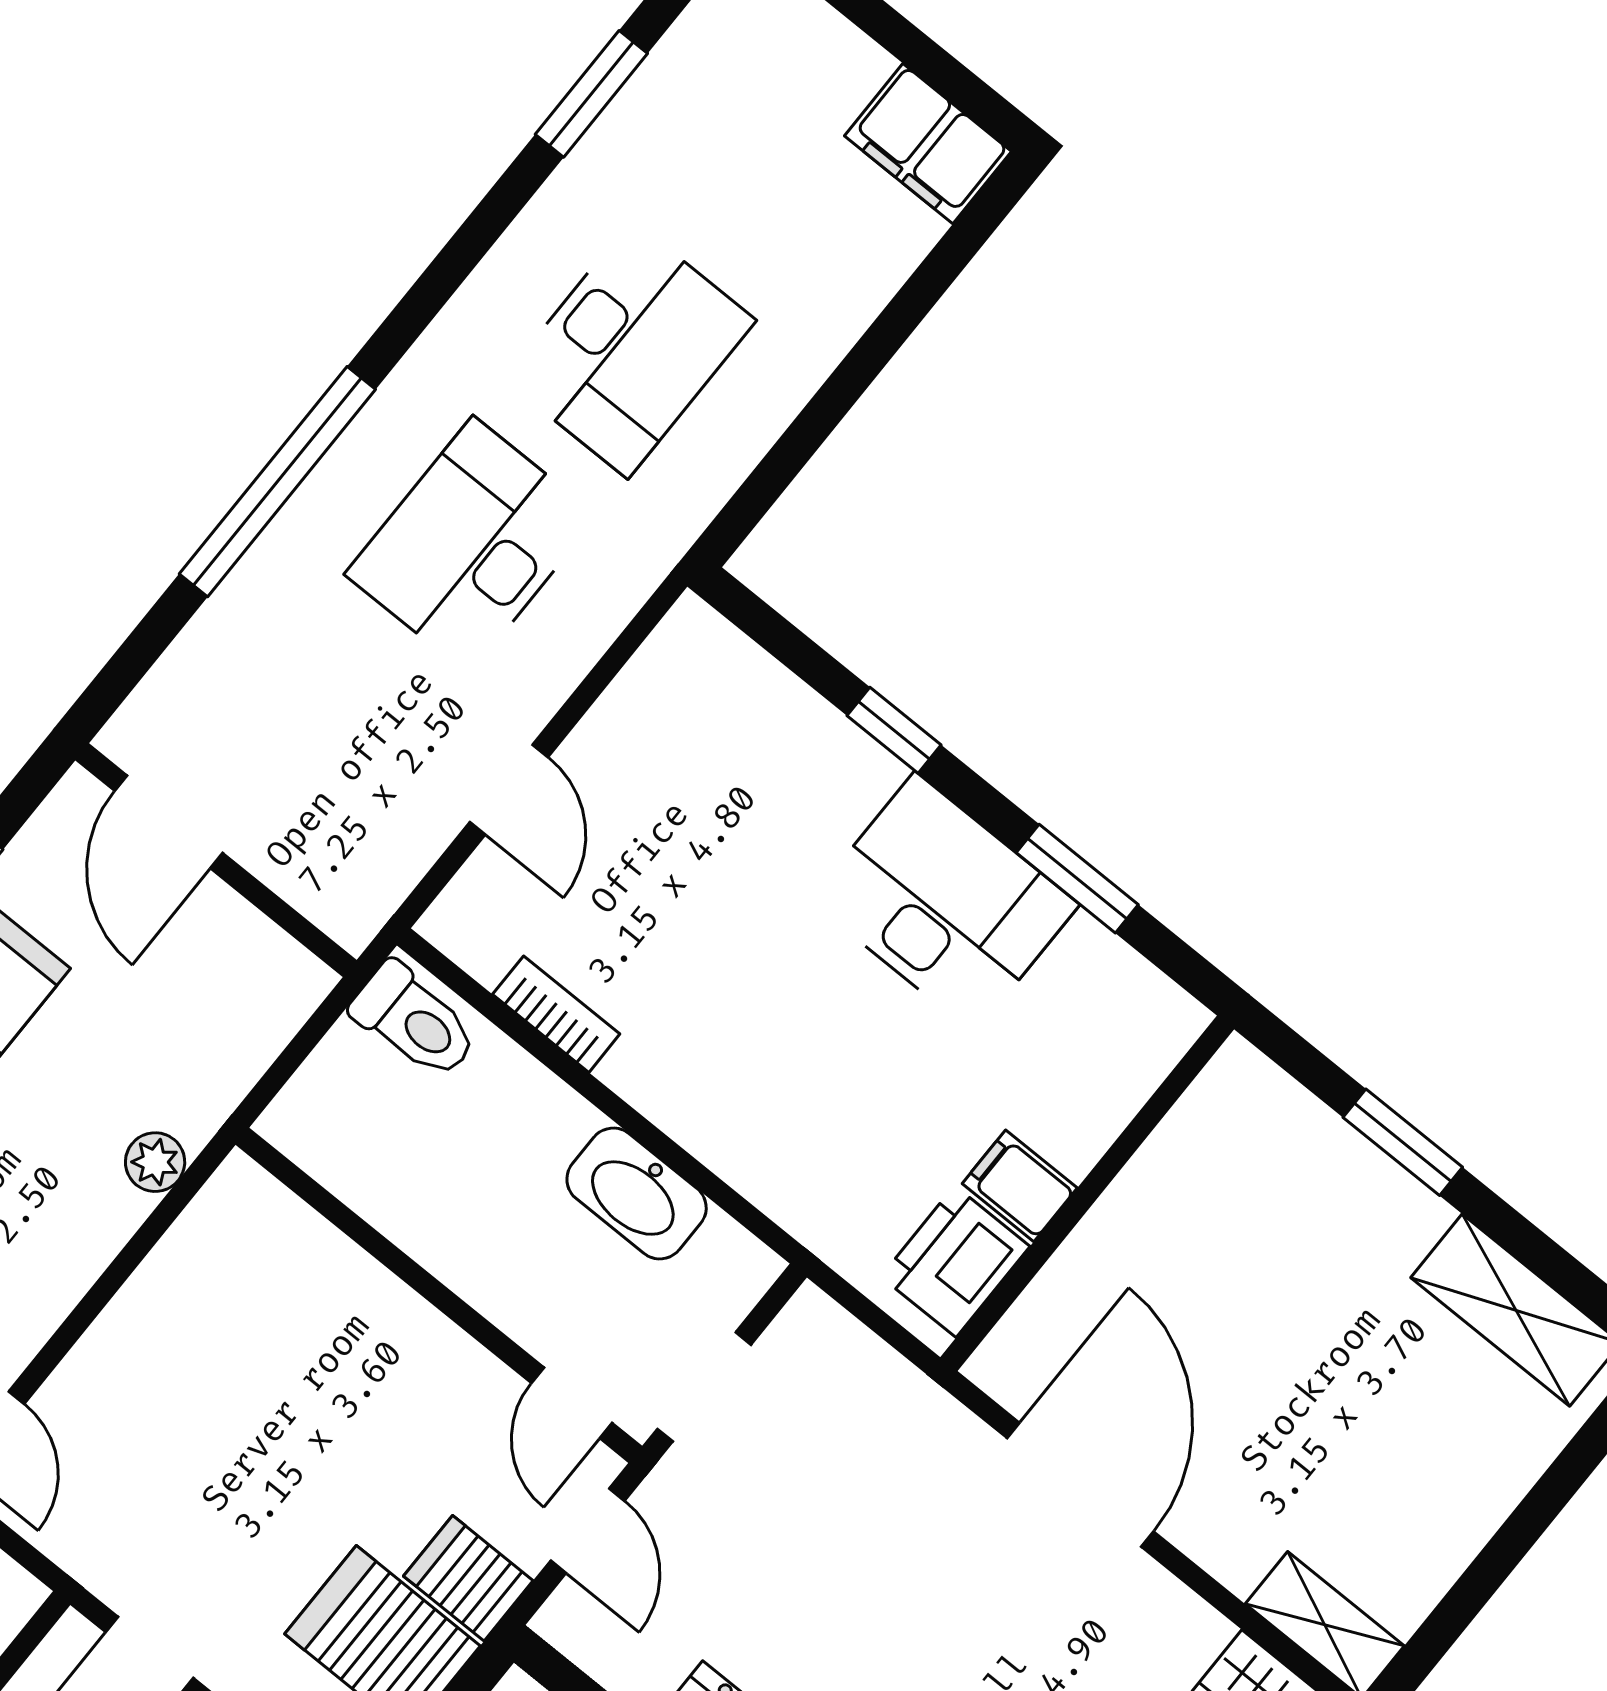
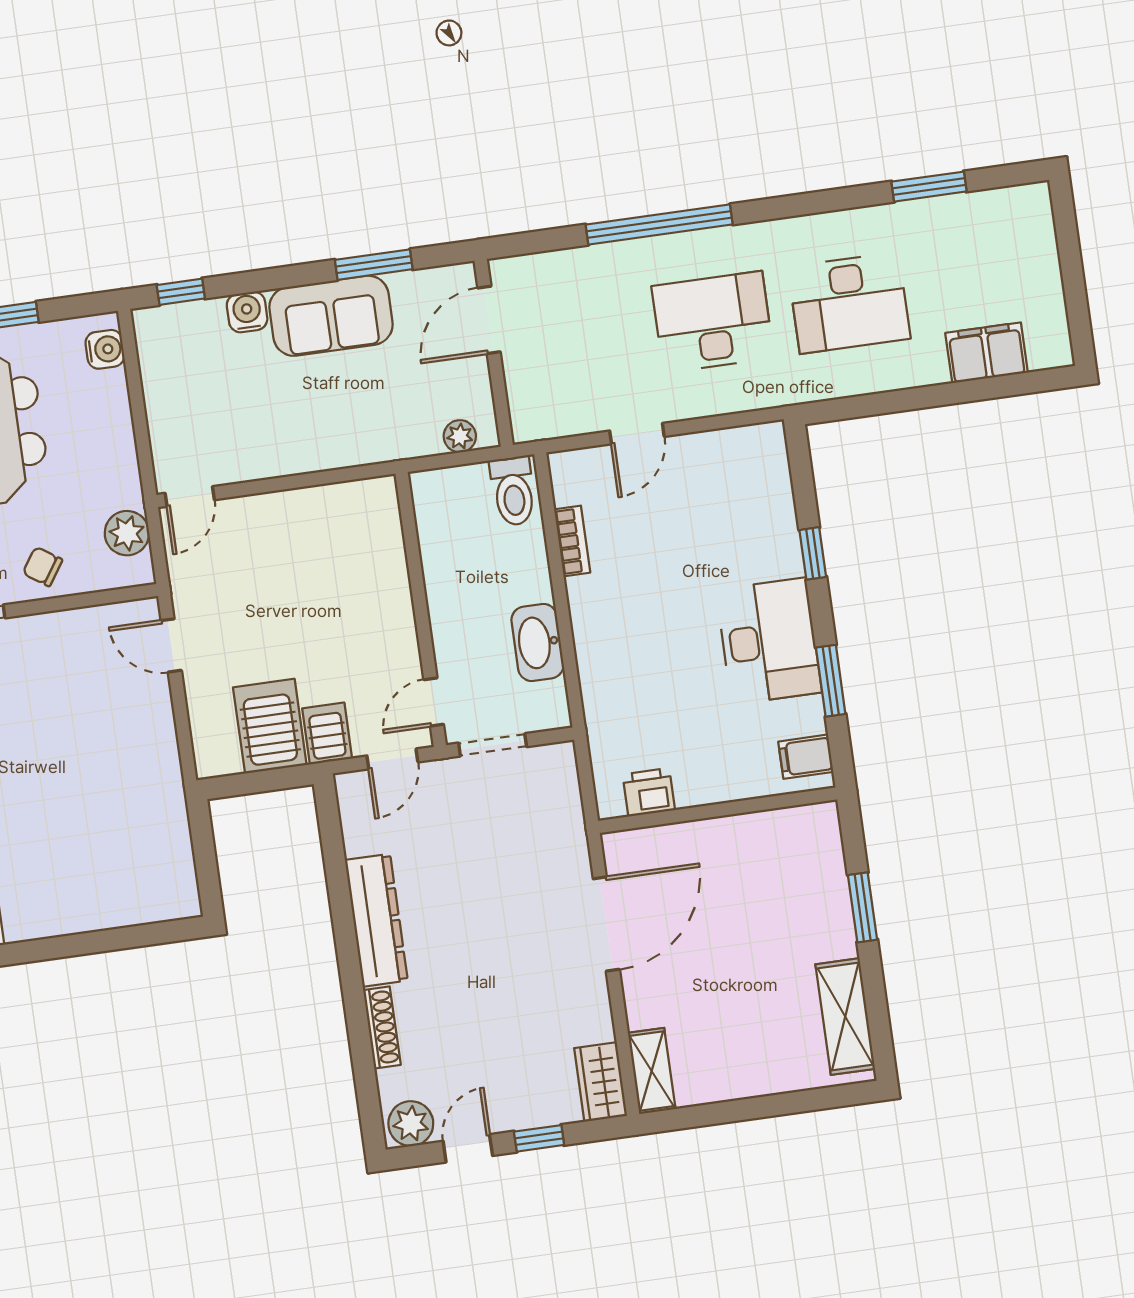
filing cabinet: (928, 144) -> (987, 353), moved, turned 90
plant: (155, 1162) -> (460, 436), moved
filing cabinet: (1020, 1186) -> (806, 757), moved, turned -90
printer: (955, 1261) -> (649, 792), width x0.73, depth x0.81

